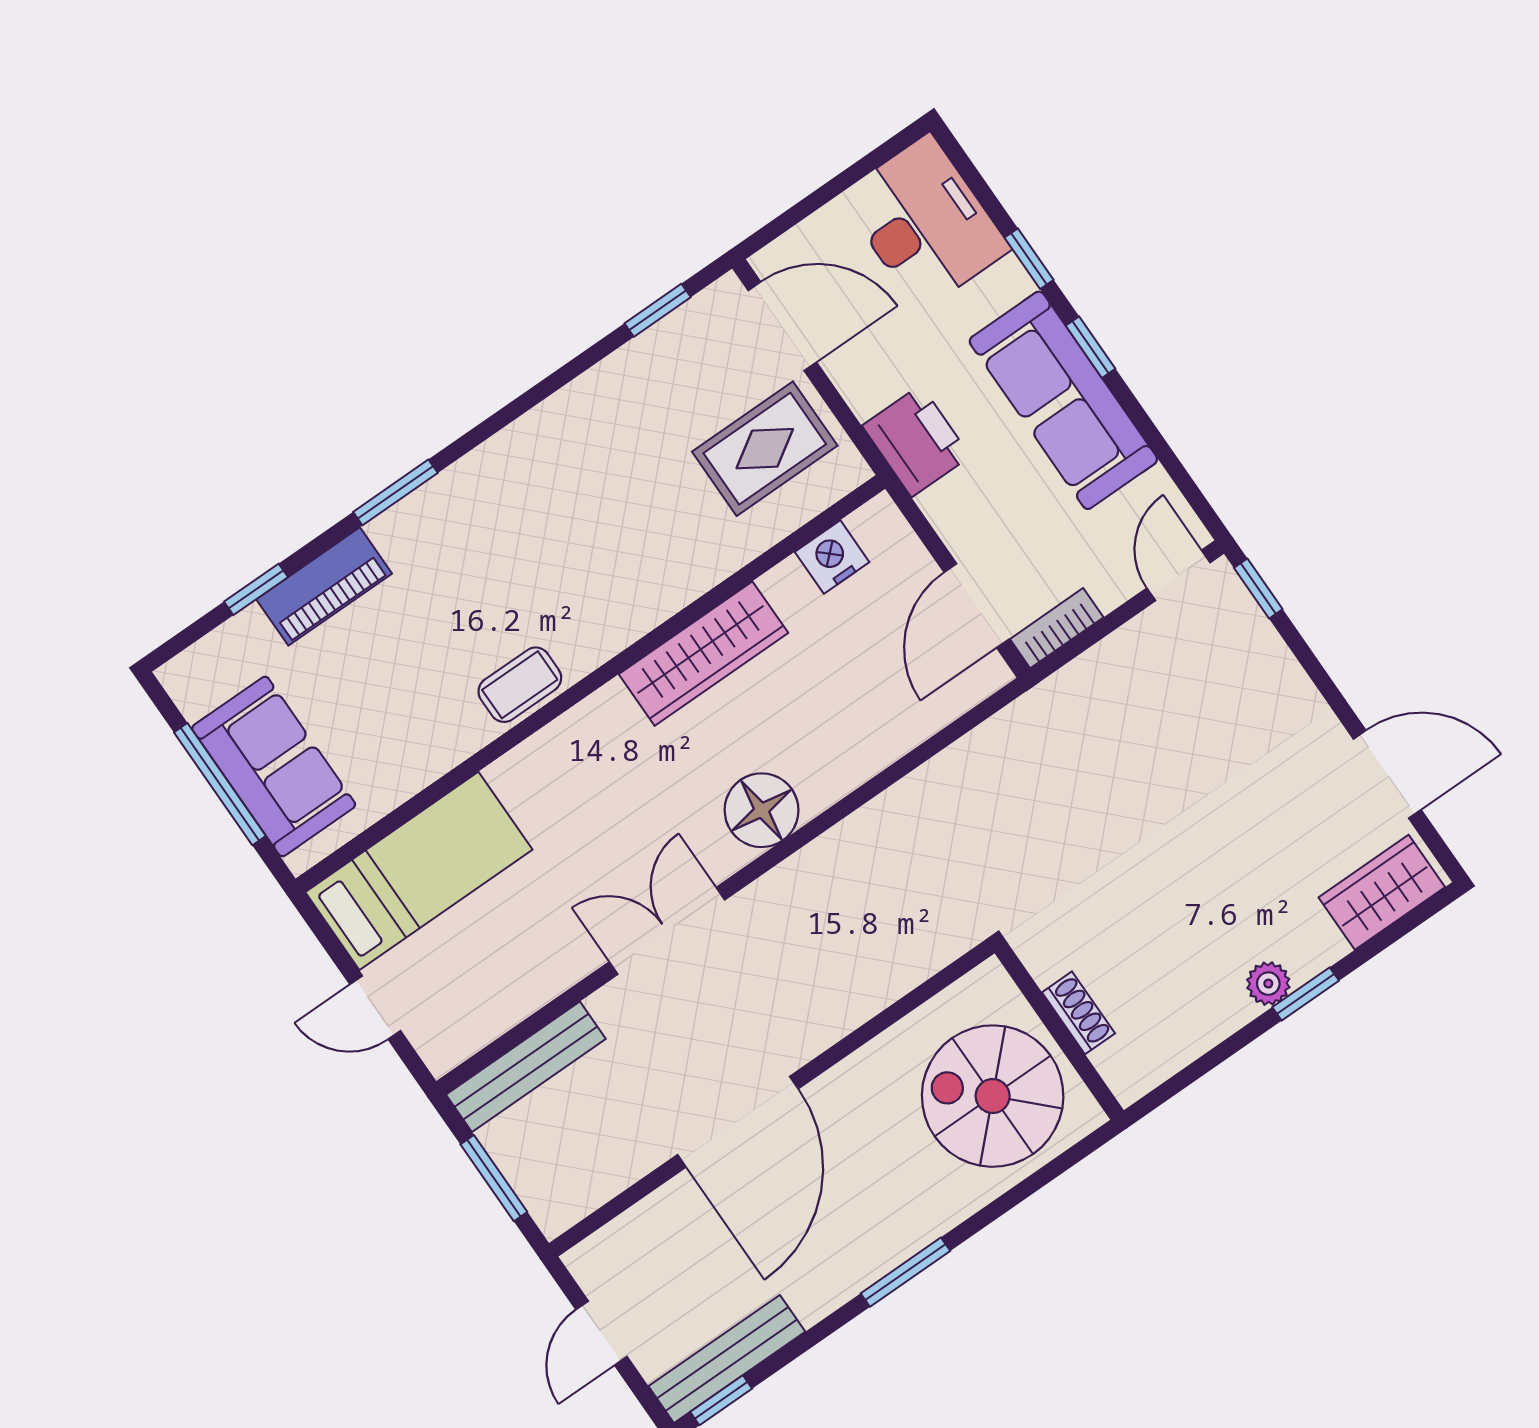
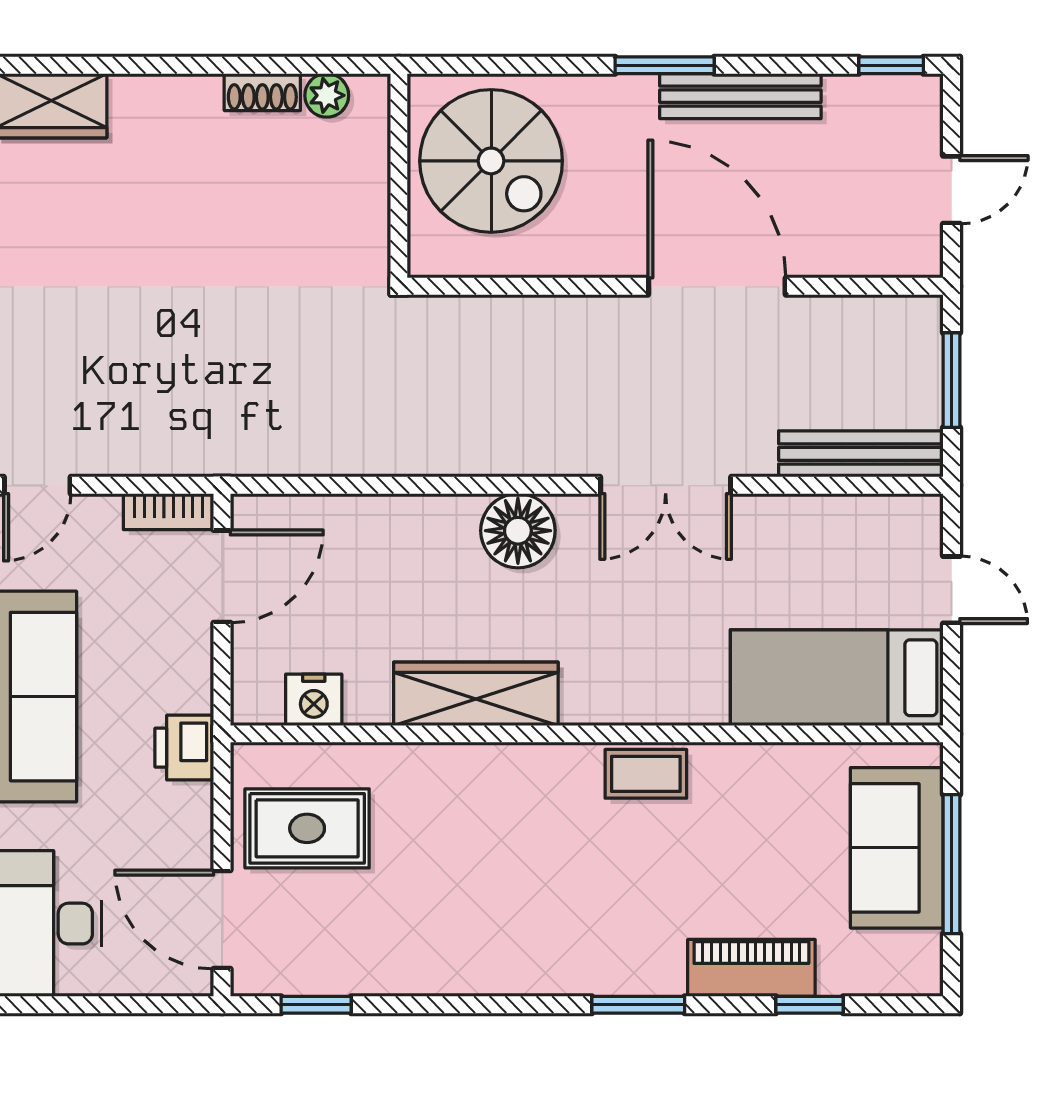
printer: (916, 441) -> (184, 748), width x0.73, depth x0.81
plant: (1268, 984) -> (327, 95), moved
window: (1306, 994) -> (173, 65), removed
shoe rack: (1078, 1013) -> (262, 92), moved, turned -90
door: (738, 1122) -> (717, 286), hinge flipped
bench: (727, 1359) -> (740, 96), moved

